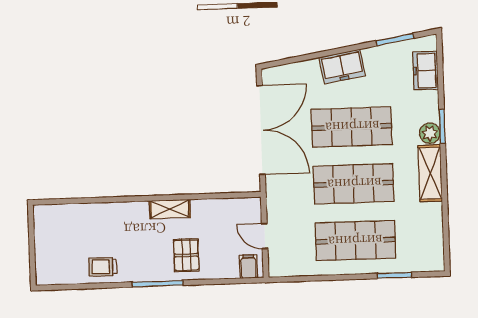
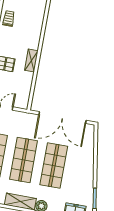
freezer: (342, 66) -> (87, 167), removed

